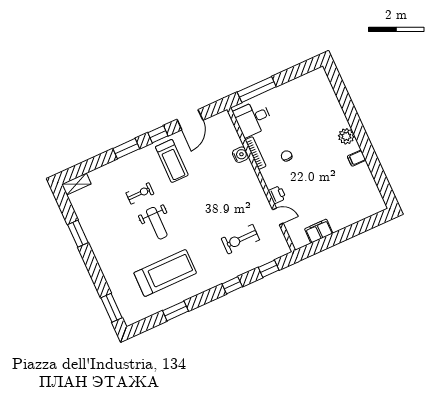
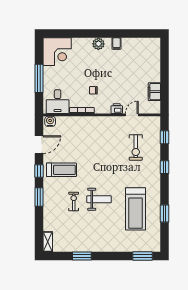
window: (257, 89) -> (39, 78), moved
corner desk: (314, 90) -> (57, 52), added
door: (190, 120) -> (39, 145), hinge flipped
water cooler: (240, 155) -> (50, 121), moved
treadmill: (165, 273) -> (135, 209), turned 180

